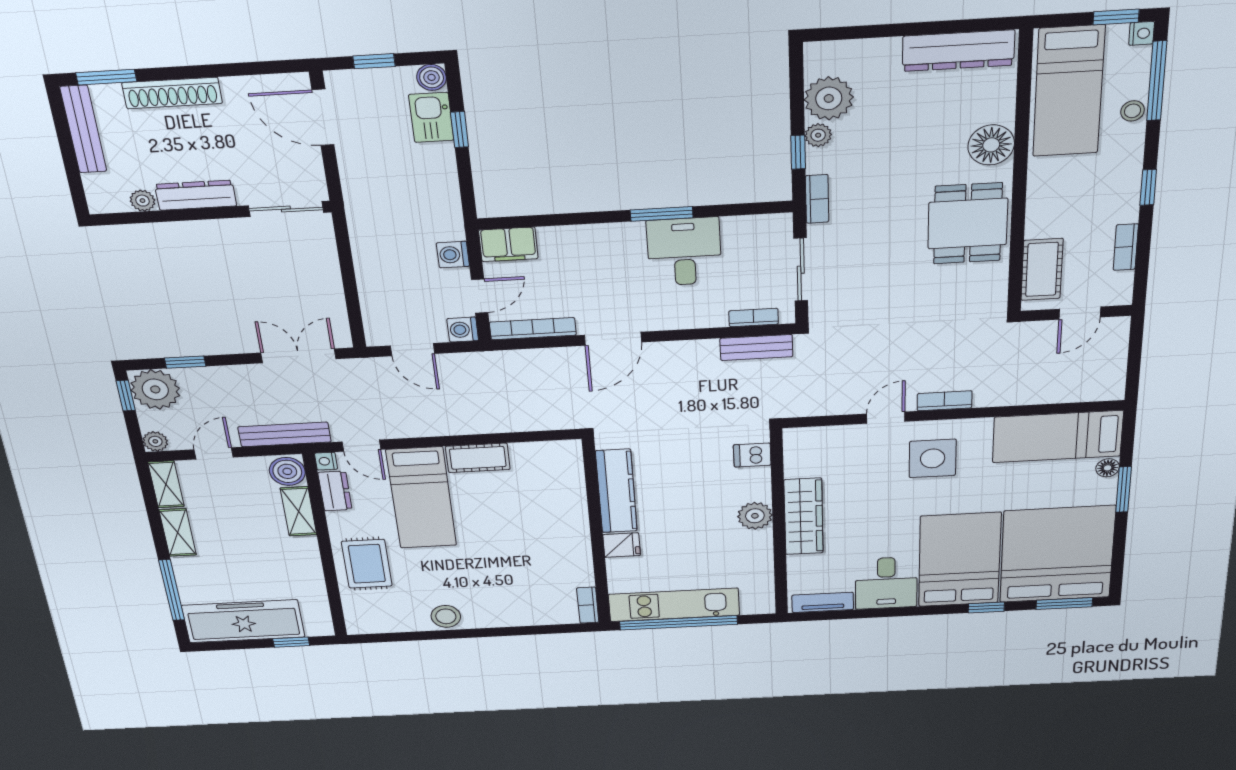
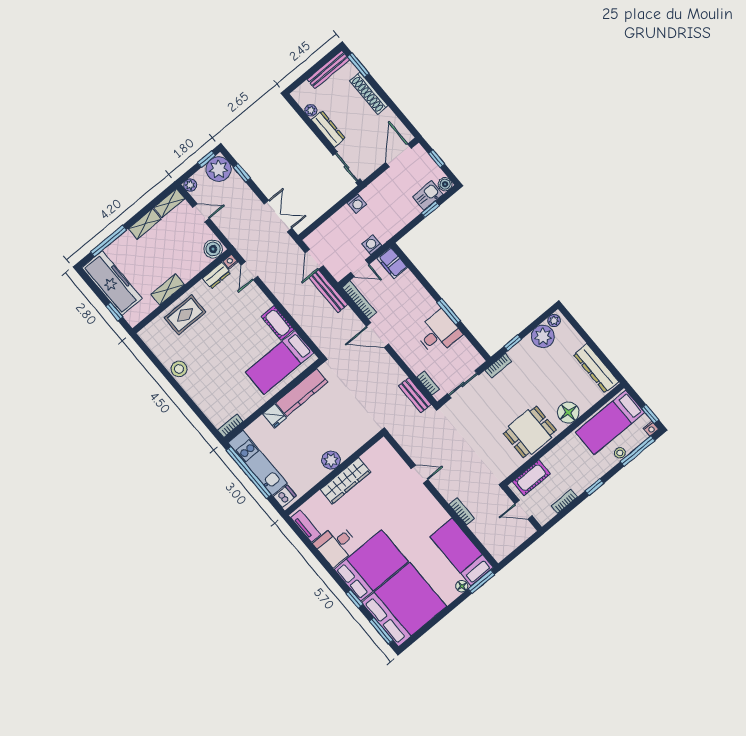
plant: (818, 135) -> (554, 321), moved
washing machine: (463, 330) -> (357, 204), moved, turned 180
bookcase: (945, 401) -> (462, 511), moved
bench: (284, 434) -> (328, 291), moved
dishwasher: (752, 455) -> (285, 496), moved, turned 90
side table: (933, 458) -> (414, 510), removed
window: (1124, 489) -> (481, 582), moved
bed: (421, 498) -> (280, 362), moved
shelving: (299, 511) -> (168, 289), moved

